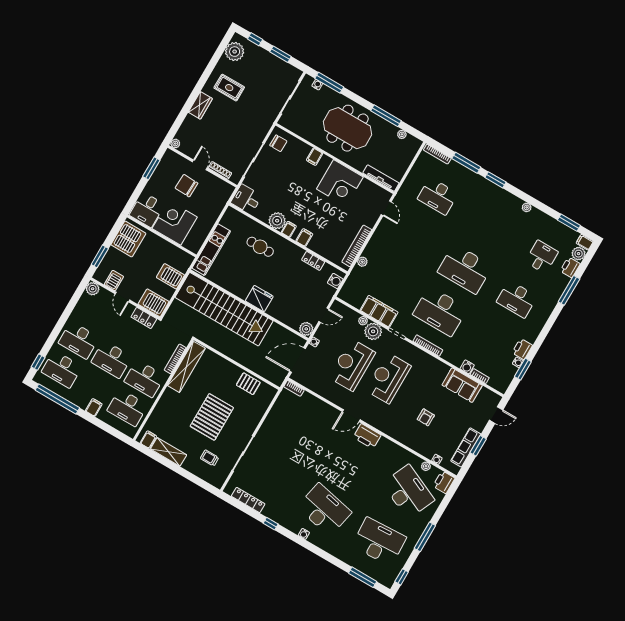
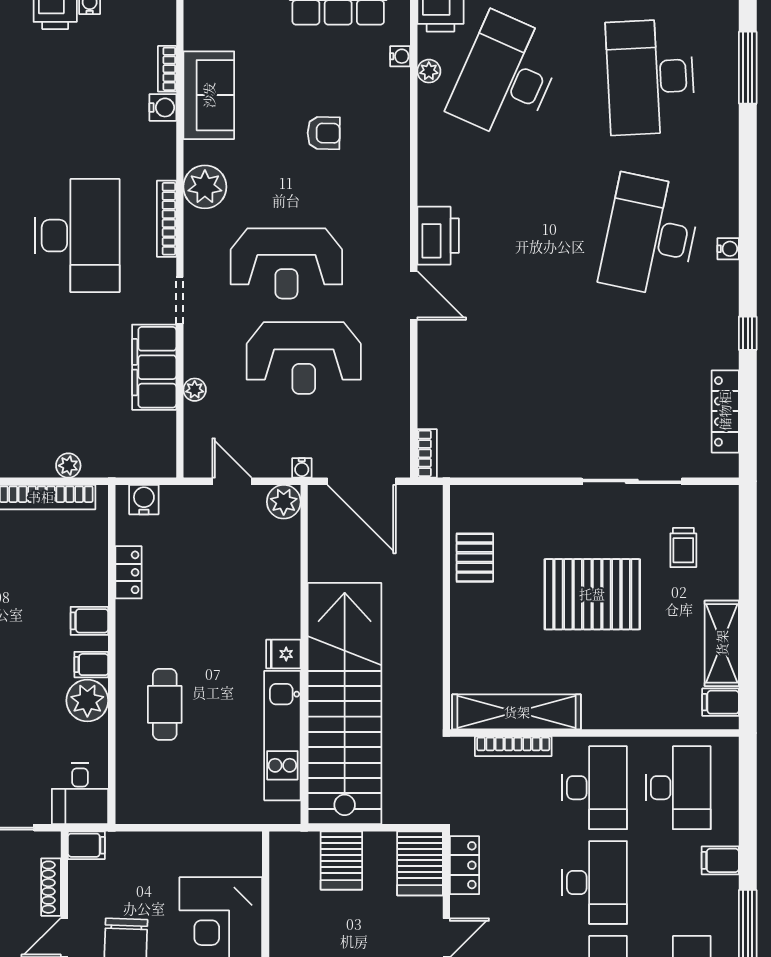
filing cabinet: (227, 191) -> (86, 845), added
kitchen unit: (211, 250) -> (282, 736), moved, turned -90
fridge: (259, 299) -> (283, 654), width x0.53, depth x0.75
plant: (373, 331) -> (205, 187), moved

